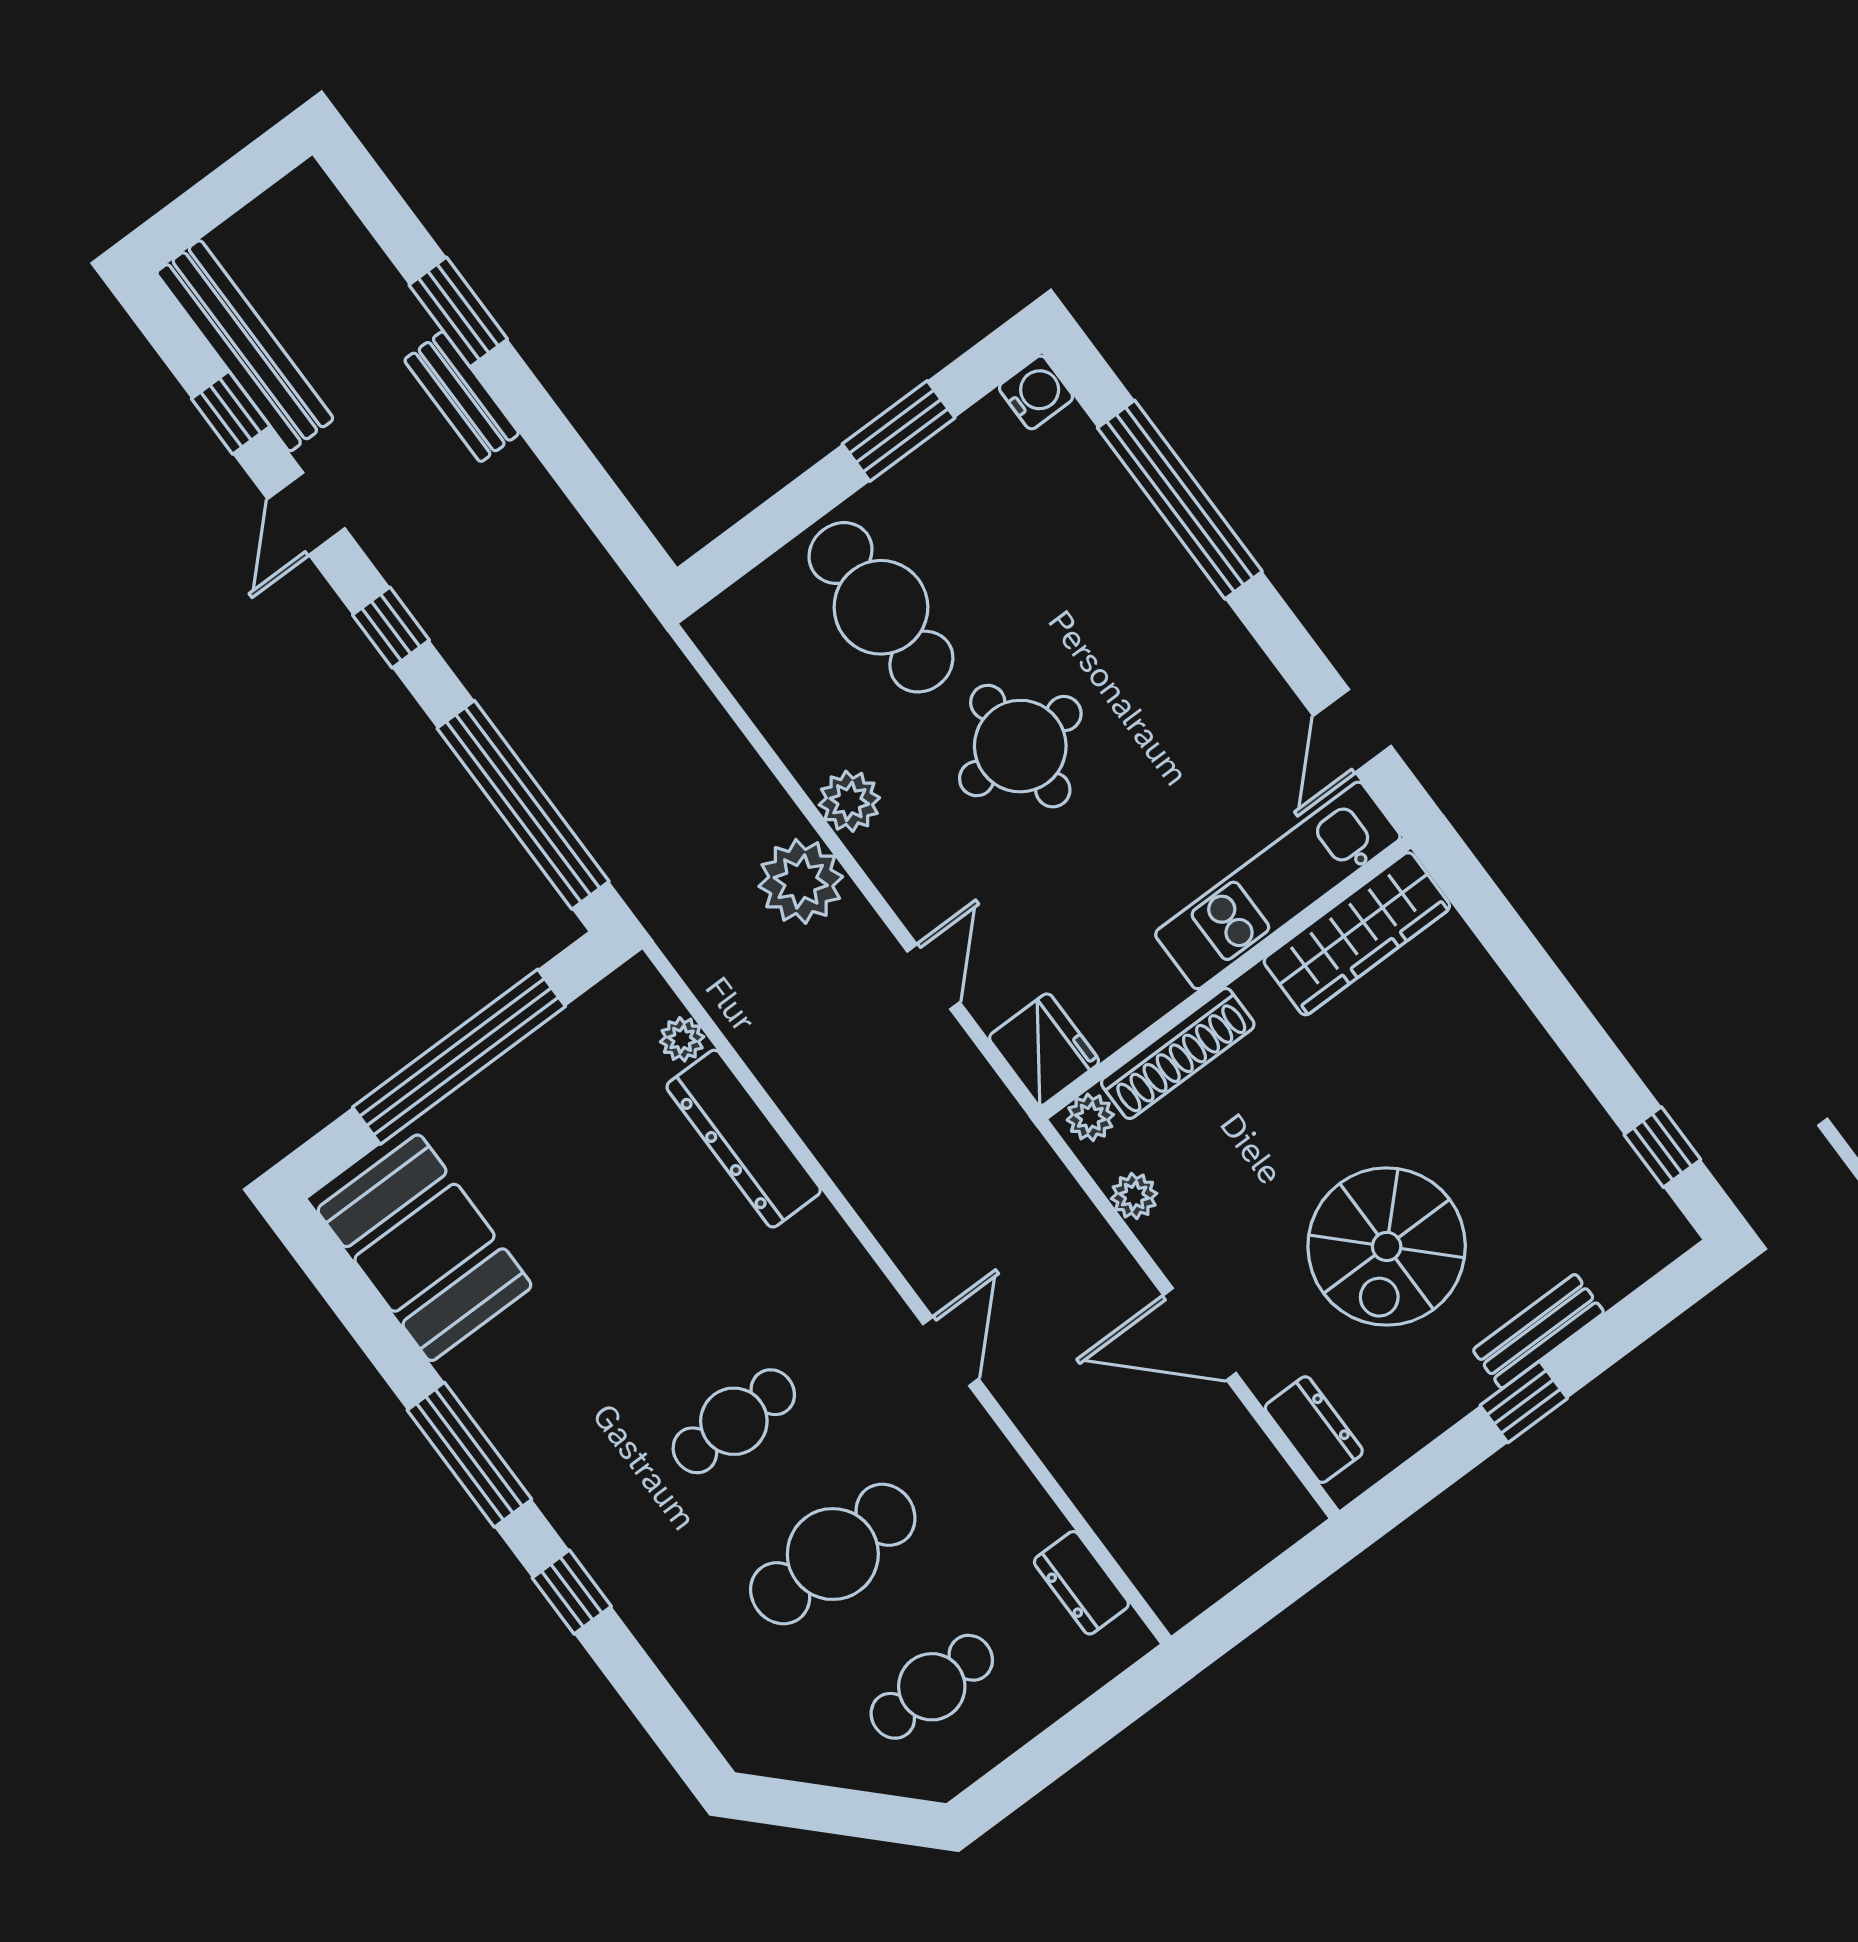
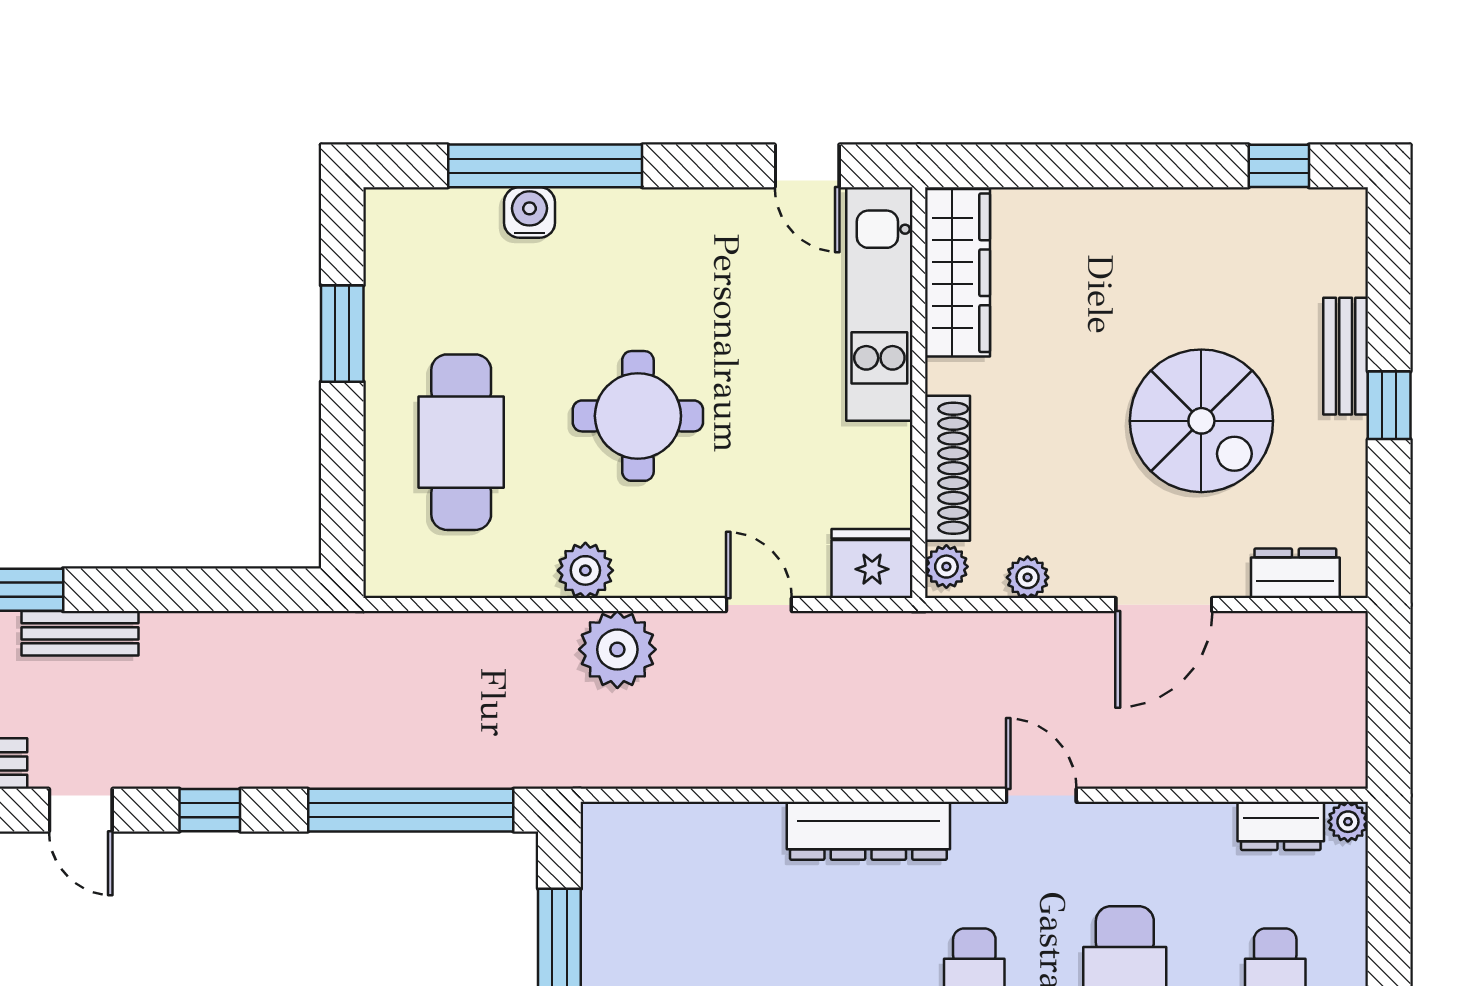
water cooler: (1036, 392) -> (530, 212), moved
cafe table: (881, 607) -> (461, 442), turned 90
plant: (682, 1039) -> (1348, 822), moved
dresser: (744, 1139) -> (868, 831), moved

